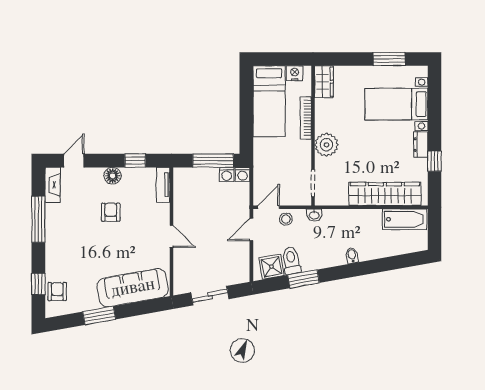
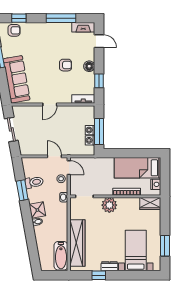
washing machine: (243, 174) -> (90, 130), moved
shower: (271, 267) -> (37, 210), moved

